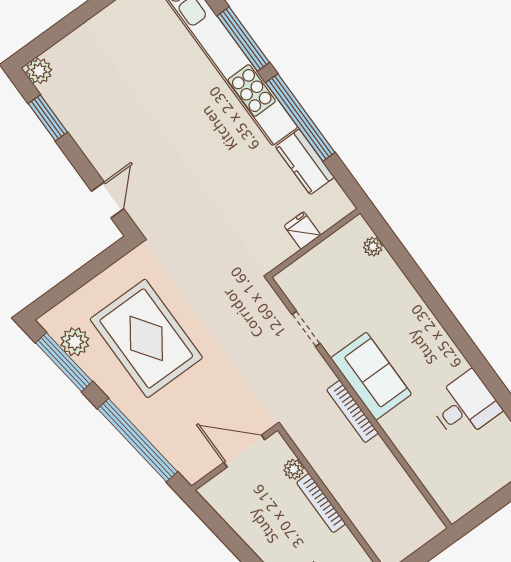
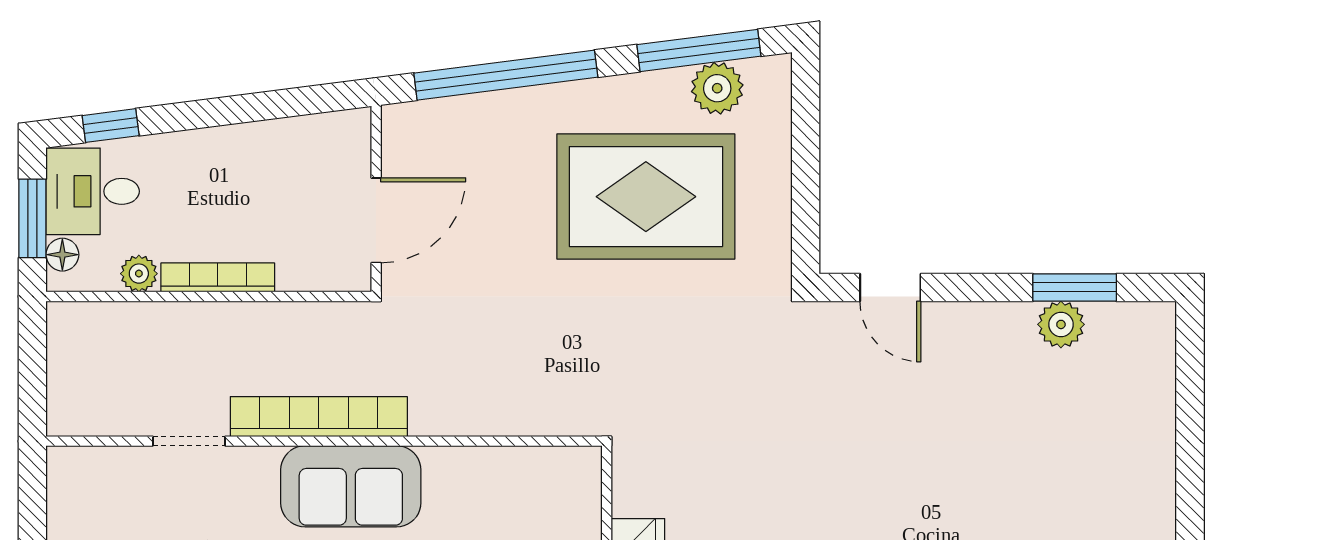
plant: (39, 71) -> (1061, 324), moved
doorway: (306, 329) -> (189, 441), moved
bookcase: (352, 411) -> (319, 417), width x1.48, depth x1.31
plant: (294, 469) -> (139, 274), moved

